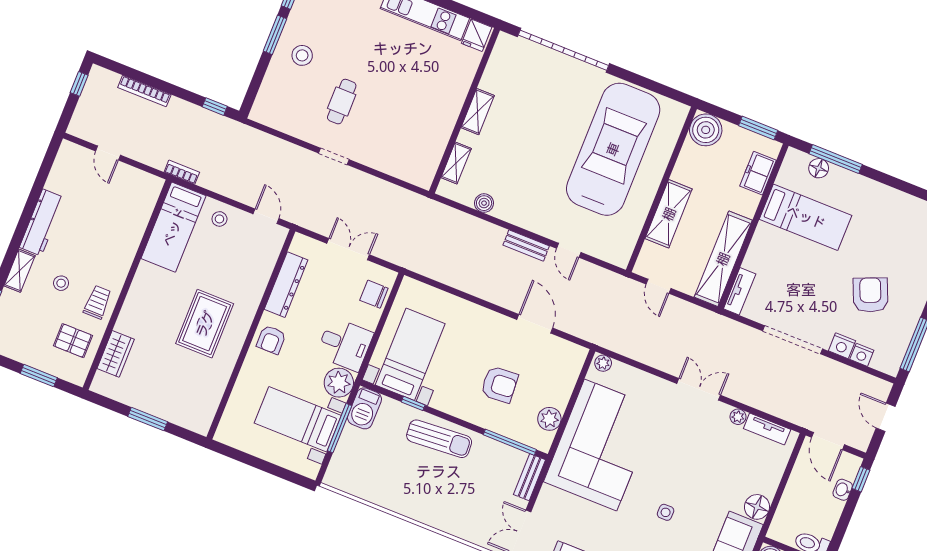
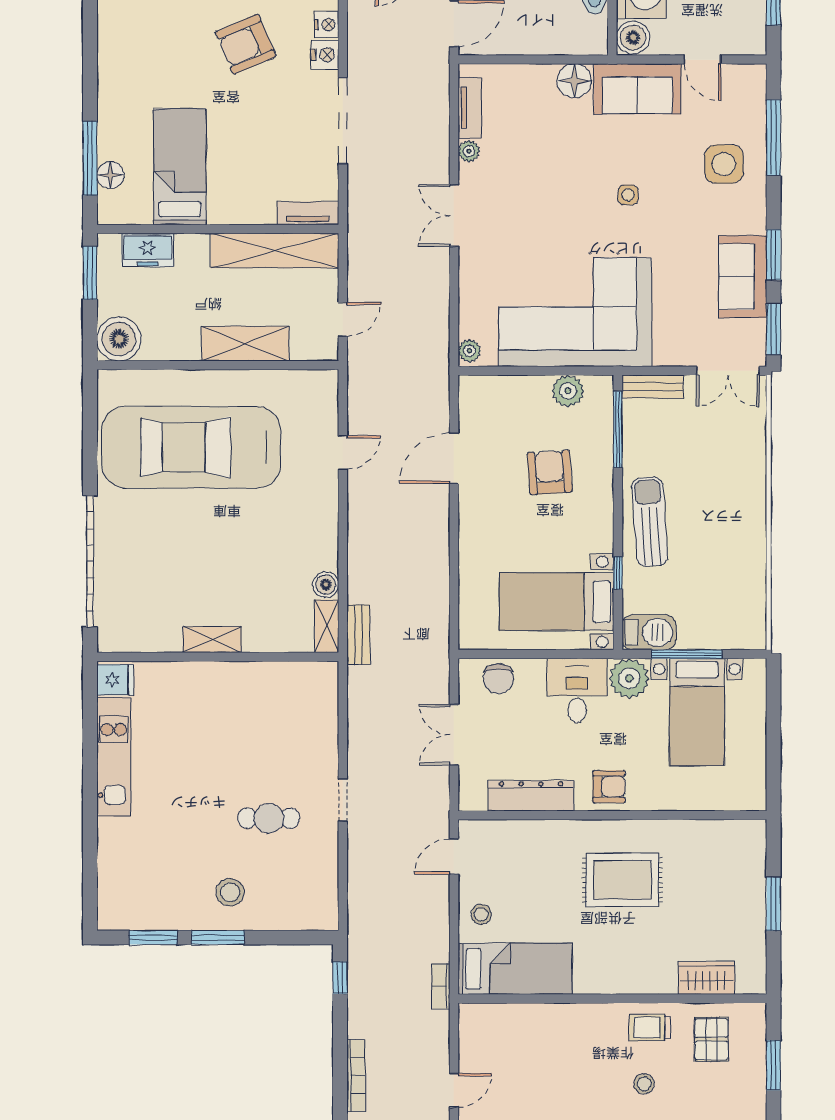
shelving: (456, 163) -> (327, 626), moved, turned 90
bench: (526, 245) -> (358, 635), moved

